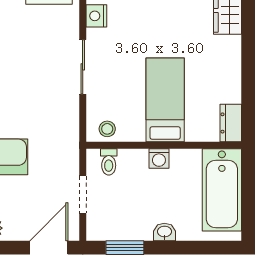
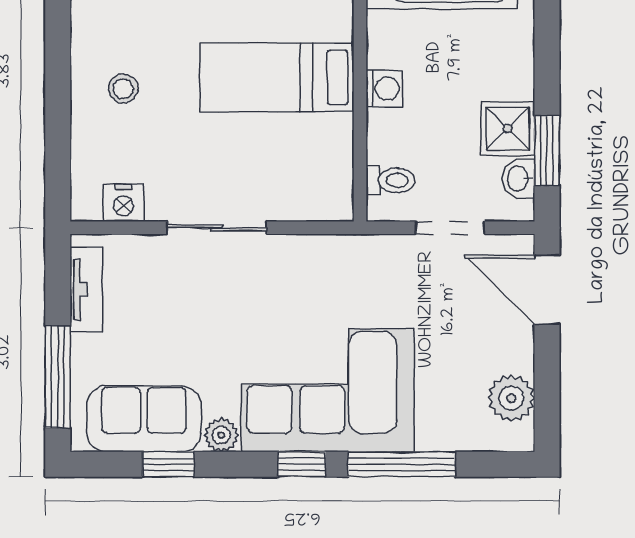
stool: (107, 129) -> (123, 89), moved
shower: (137, 226) -> (508, 129), added
washbasin: (164, 232) -> (519, 179), moved

